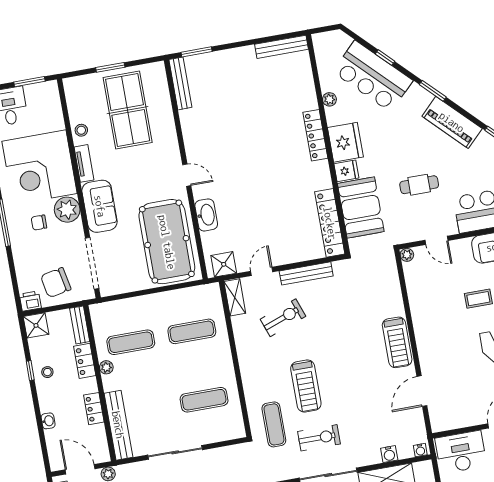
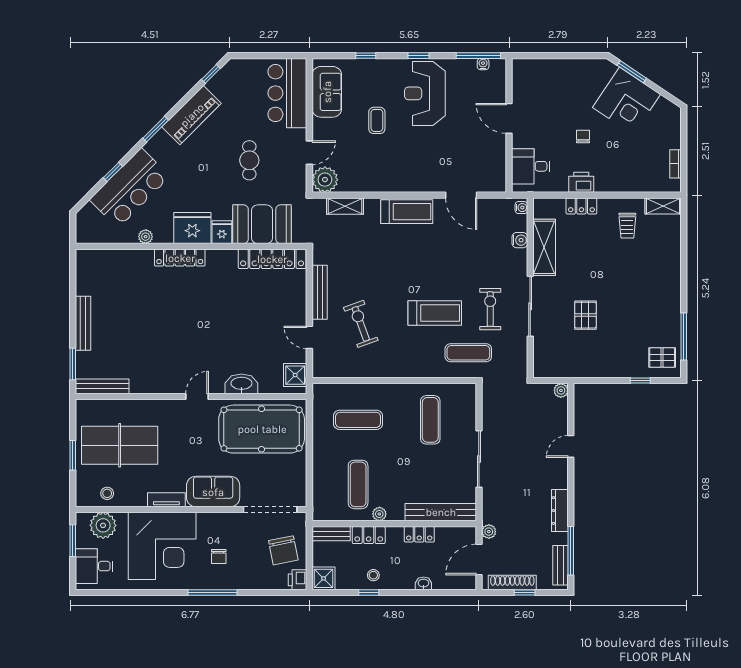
bench: (282, 47) -> (83, 323), moved
stool: (81, 130) -> (107, 493), moved
plant: (67, 210) -> (103, 525), moved
plant: (407, 255) -> (325, 180), width x1.87, depth x1.87
shelving: (235, 297) -> (345, 206), moved
exercise mat: (192, 331) -> (358, 420), turned 90
desk: (461, 452) -> (531, 166), width x0.73

